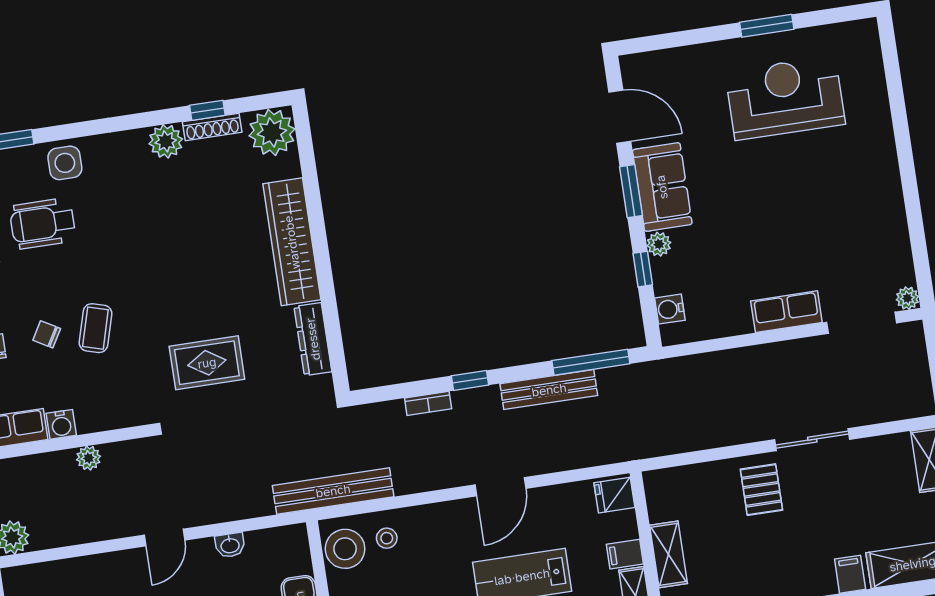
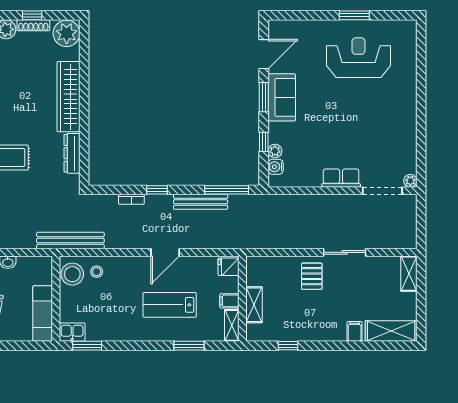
door: (620, 117) -> (264, 54), hinge flipped
plant: (659, 244) -> (275, 151), moved

